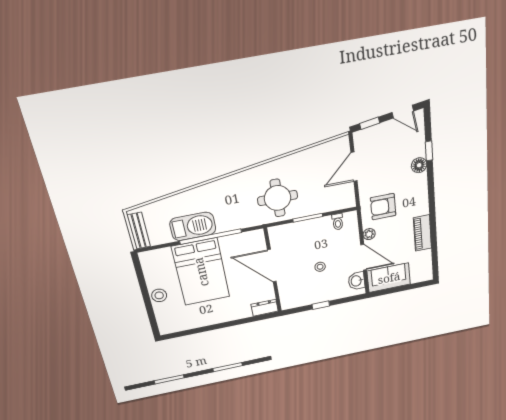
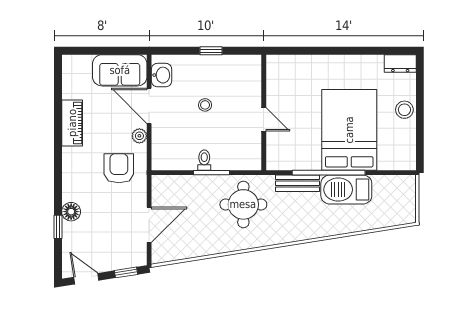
armchair: (383, 207) -> (119, 168), turned -90
toilet: (338, 222) -> (204, 160), moved
bench: (139, 231) -> (297, 183), moved, turned 90
door: (272, 266) -> (264, 119), width x0.53
dresser: (265, 308) -> (400, 64), moved

